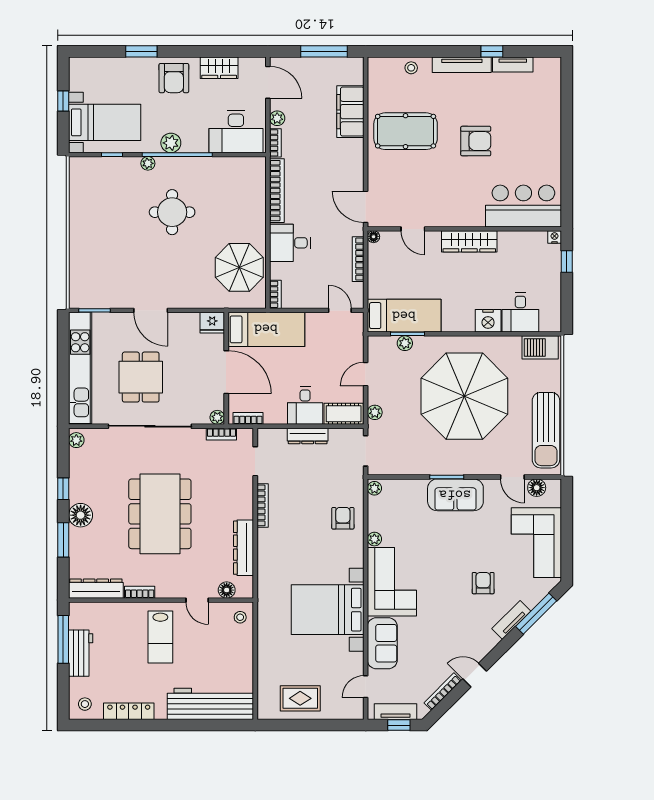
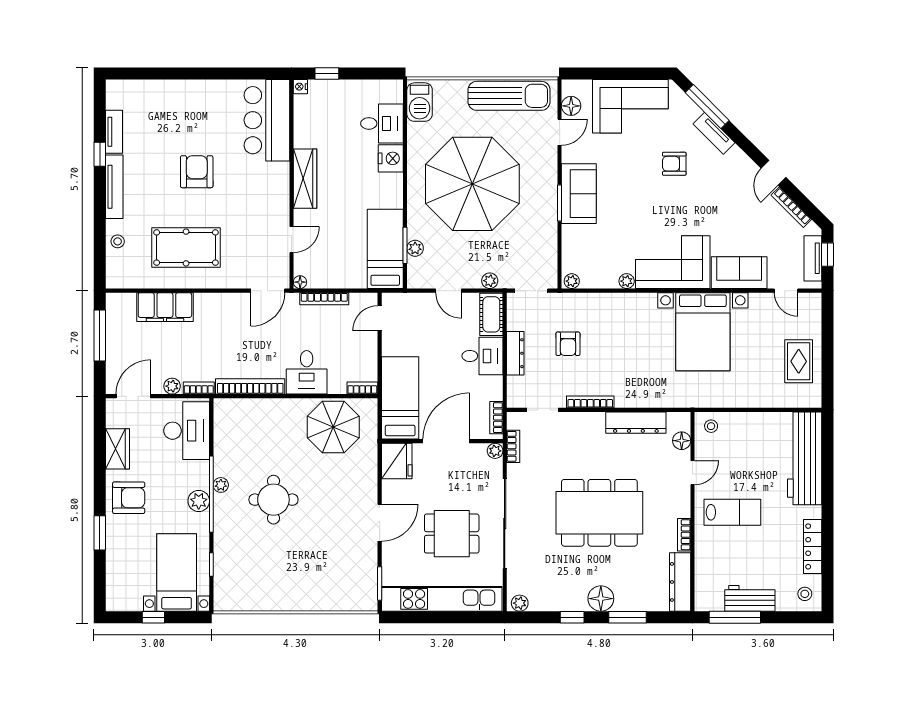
pool table: (406, 131) -> (186, 248), turned 90
plant: (148, 163) -> (221, 485), moved
fridge: (212, 323) -> (397, 461), width x1.36, depth x1.34
armchair: (343, 518) -> (568, 344), moved, turned -90

